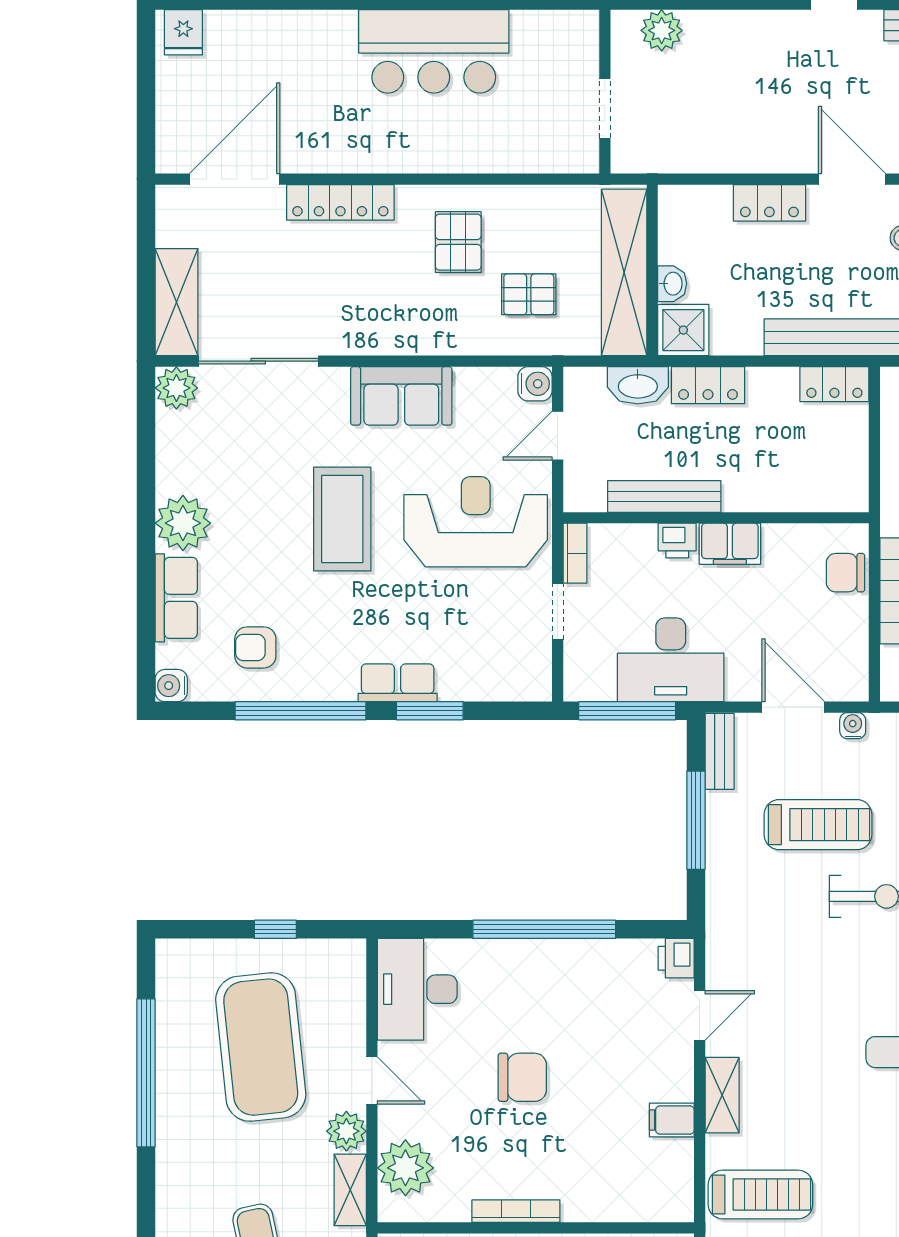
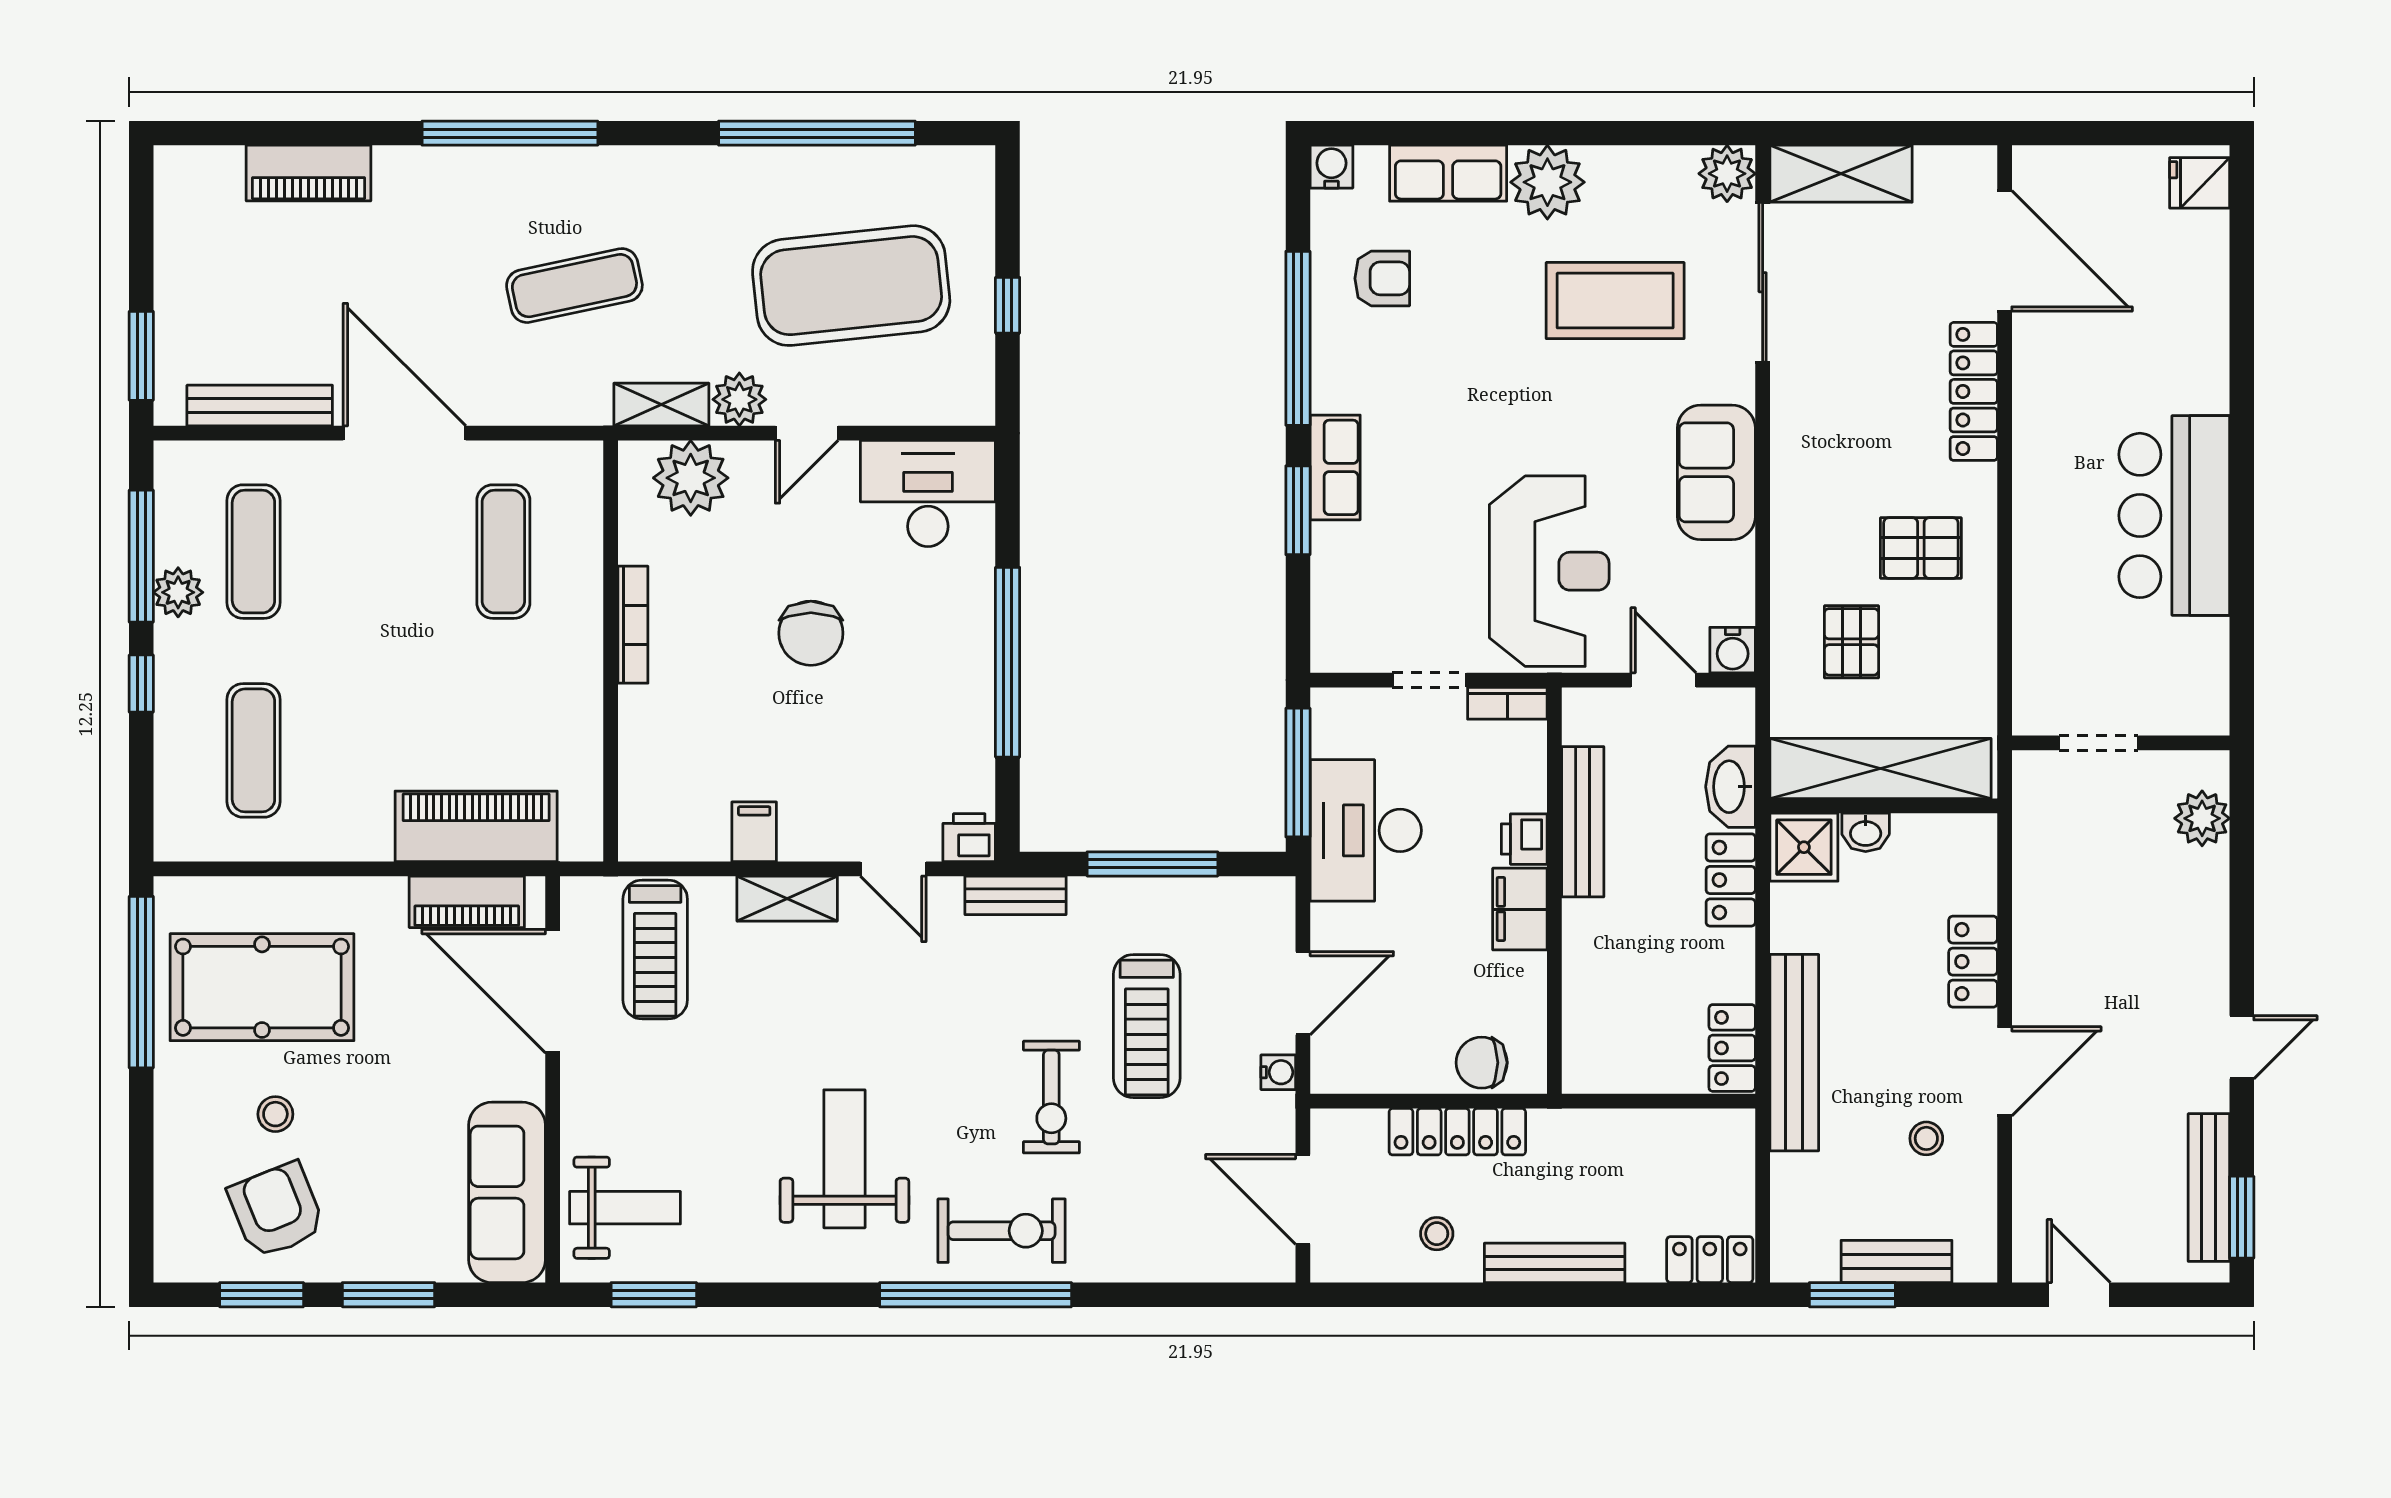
coffee table: (342, 519) -> (1615, 301), moved
chair: (845, 573) -> (1482, 1063), turned -90
armchair: (255, 647) -> (1382, 278), turned 90
bench: (720, 751) -> (1016, 895), moved

